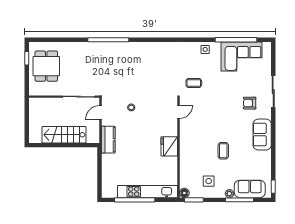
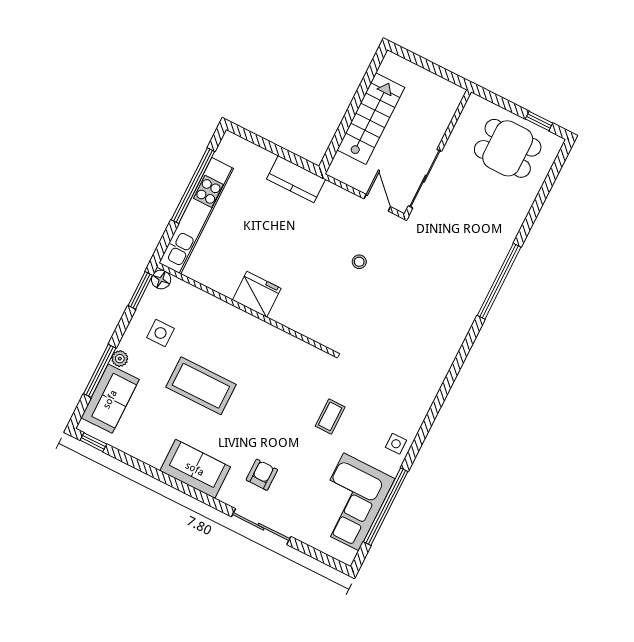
coffee table: (194, 83) -> (330, 416), moved
door: (178, 112) -> (310, 341), removed
kitchen counter: (108, 140) -> (296, 179), moved
coffee table: (223, 151) -> (201, 386), width x1.86, depth x1.72

